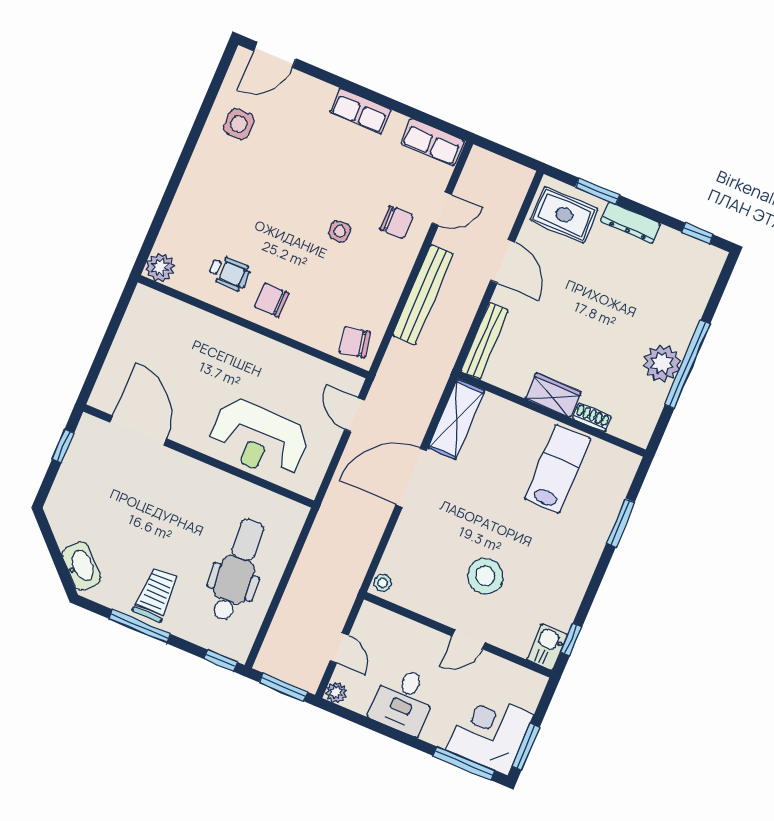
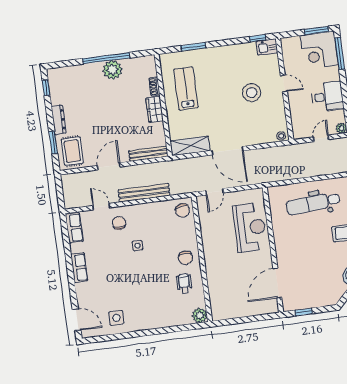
lab bench: (558, 469) -> (186, 88), turned 90

